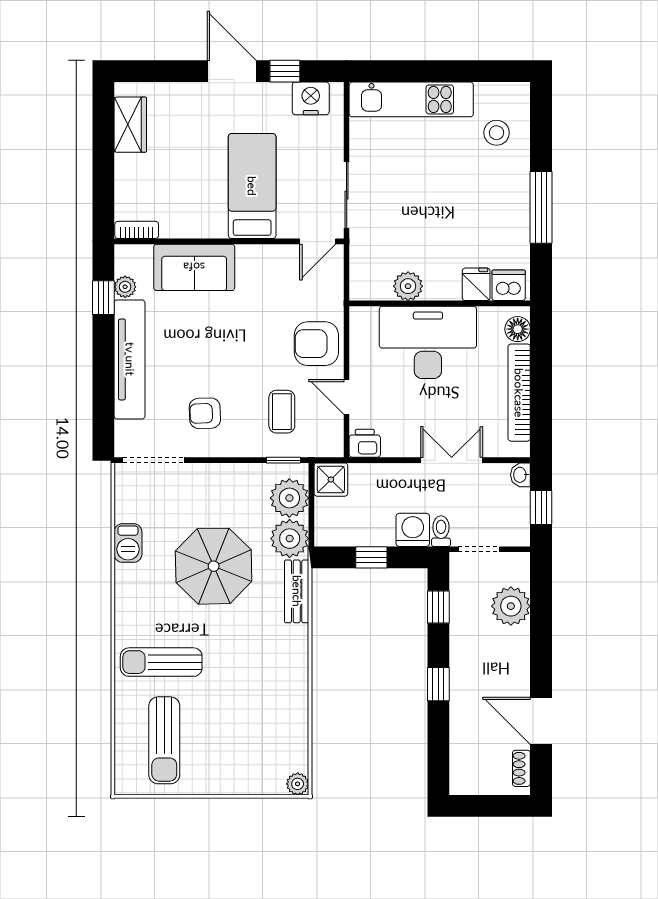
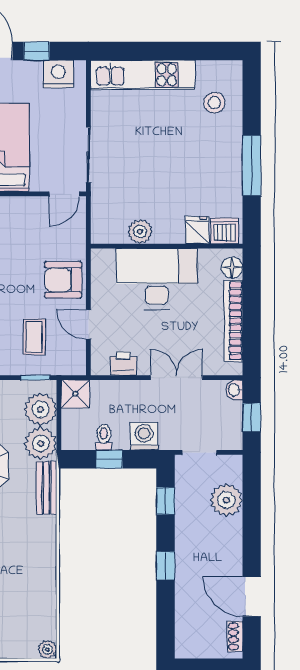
printer: (365, 443) -> (123, 363), moved
toilet: (441, 531) -> (104, 437), moved

